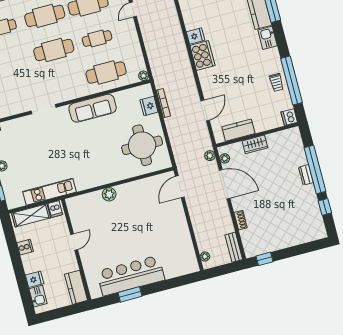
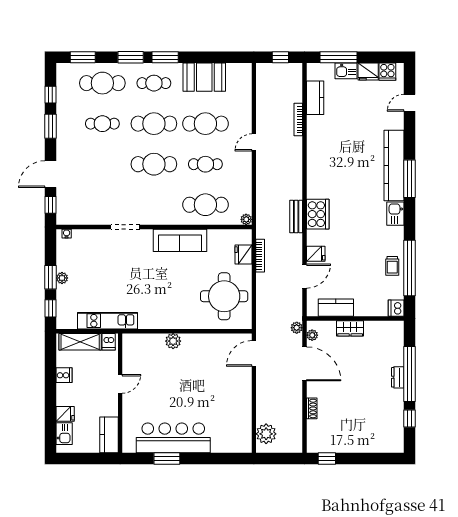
fridge: (196, 36) -> (316, 254), moved
bench: (234, 247) -> (296, 217), moved
plant: (205, 257) -> (266, 434), width x1.88, depth x1.88

